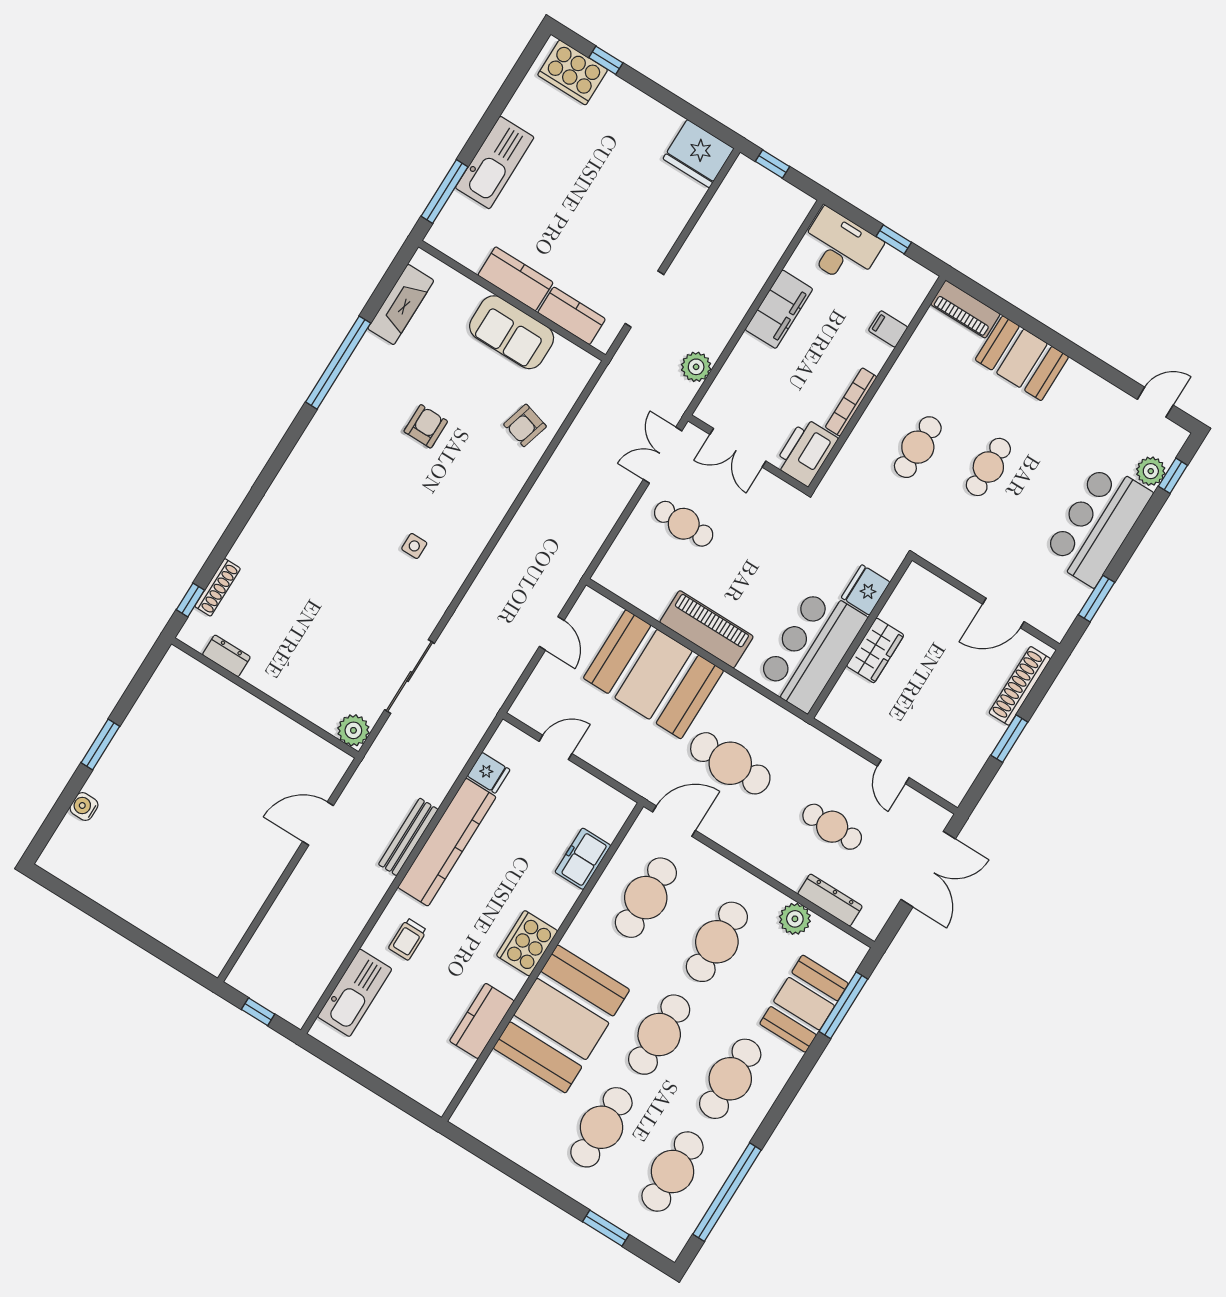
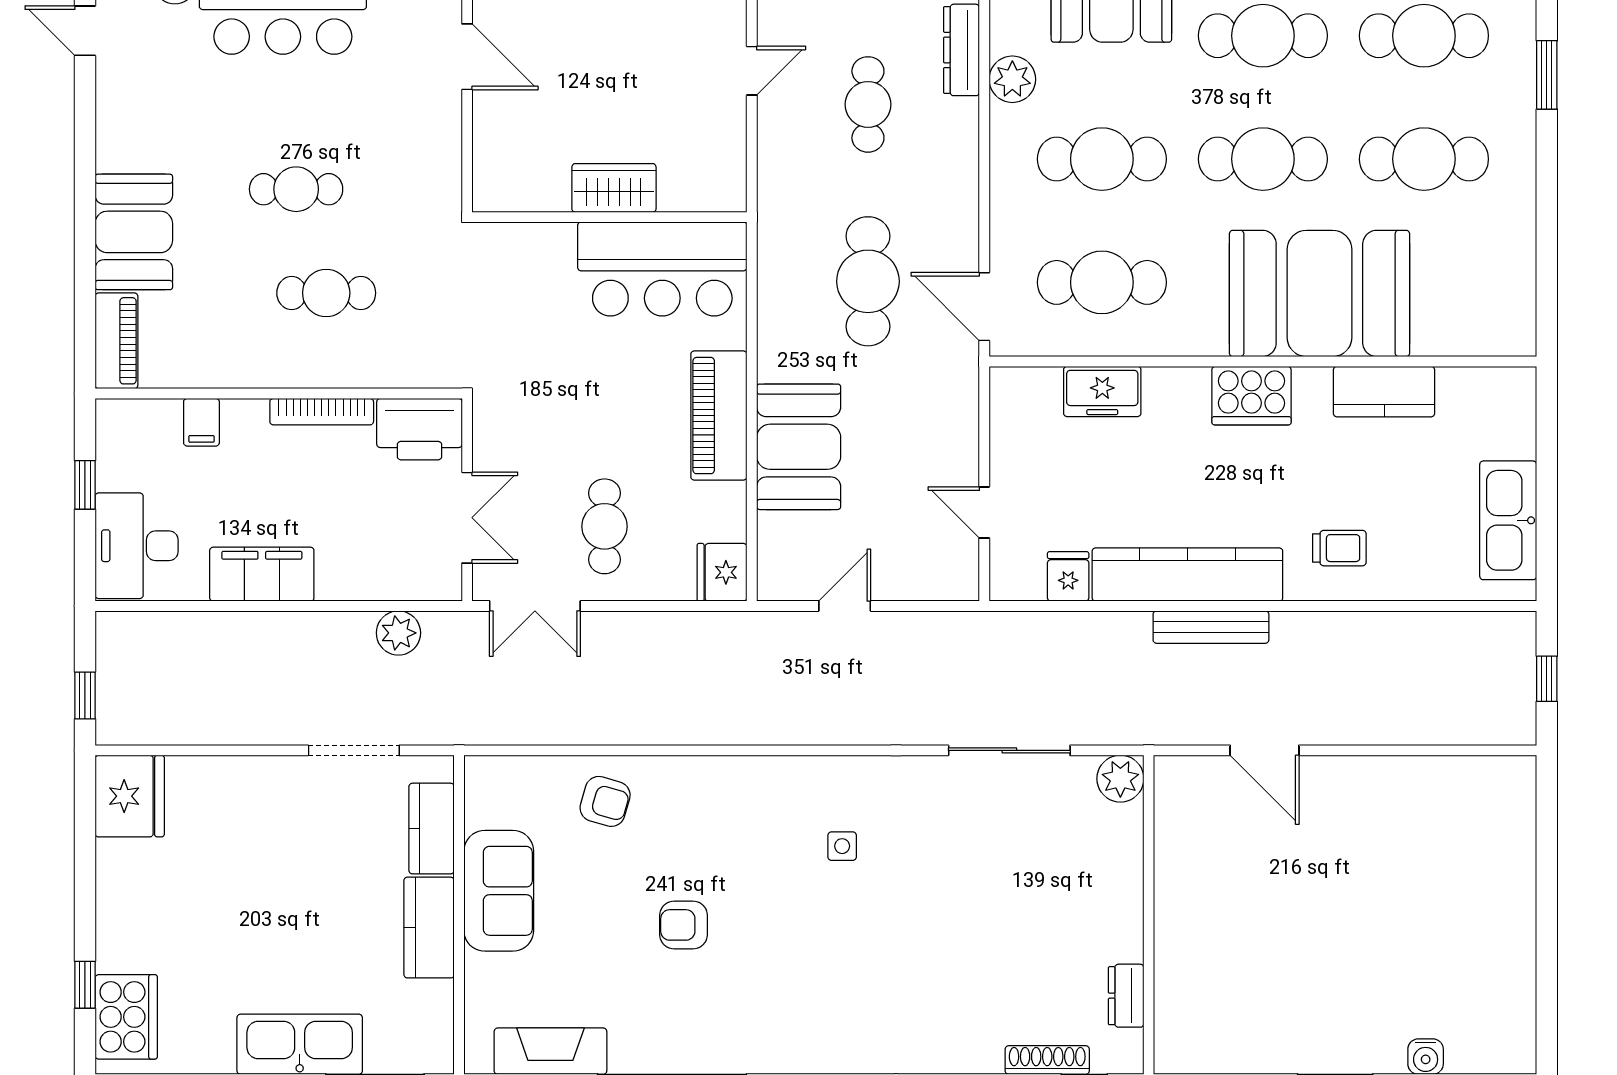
fridge: (866, 590) -> (722, 572), moved, turned 90
booth: (653, 674) -> (799, 447), width x0.73, depth x0.70
kitchen sink: (355, 993) -> (1508, 520), moved, turned -90

